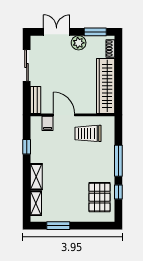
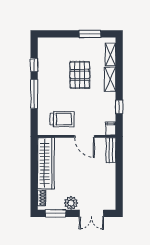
sliding door: (27, 66) -> (119, 182), removed
filing cabinet: (48, 123) -> (111, 129), moved
pallet: (100, 197) -> (80, 75), moved

